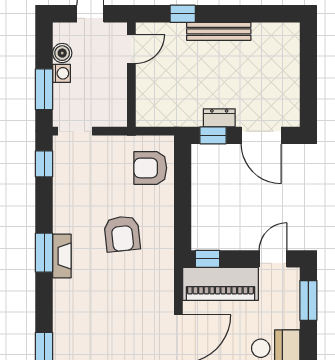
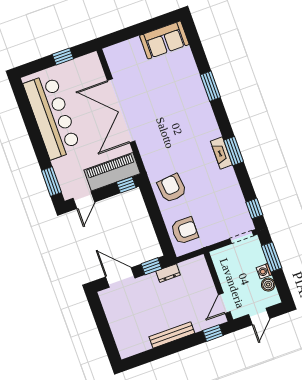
window: (183, 14) -> (213, 333), moved
dresser: (219, 118) -> (168, 273), moved
armchair: (122, 234) -> (172, 188), moved

